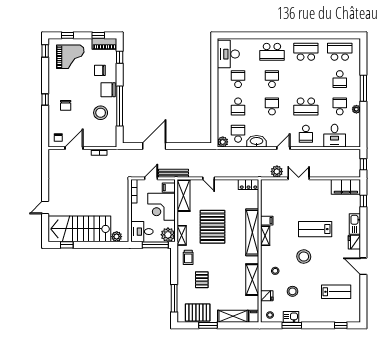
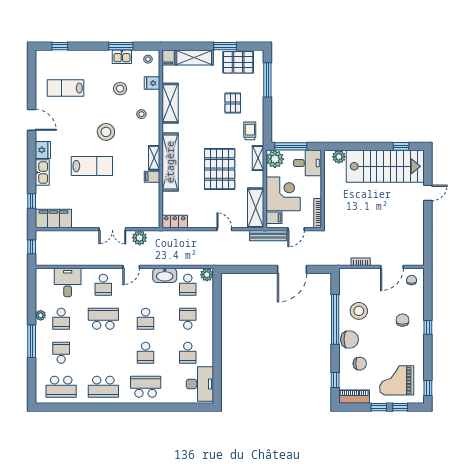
window: (98, 35) -> (379, 407), moved
school desk: (306, 134) -> (103, 285), turned 180

